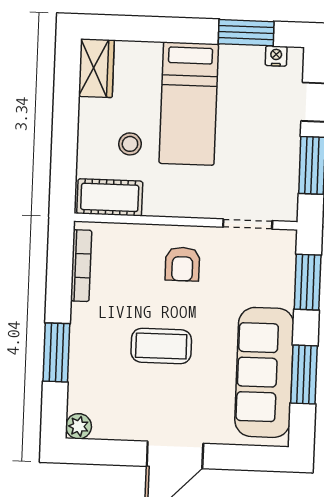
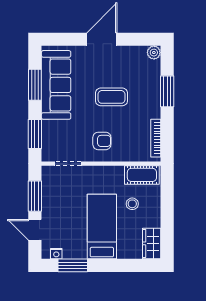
armchair: (182, 264) -> (102, 141), turned 90

